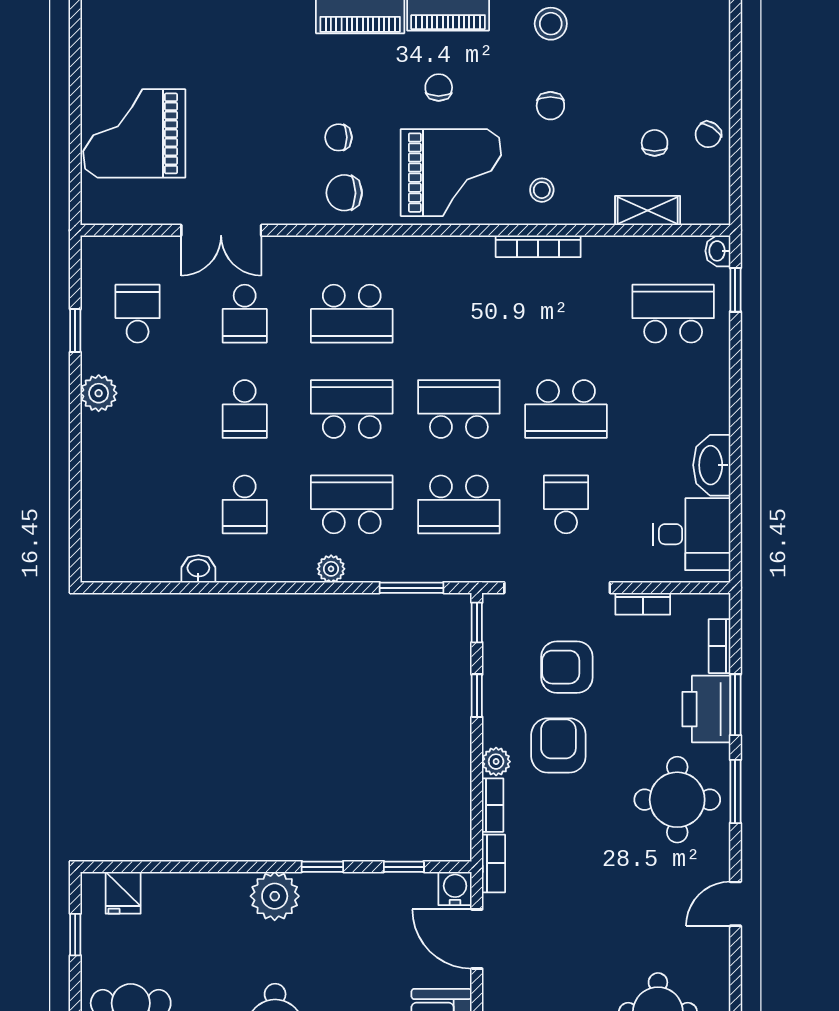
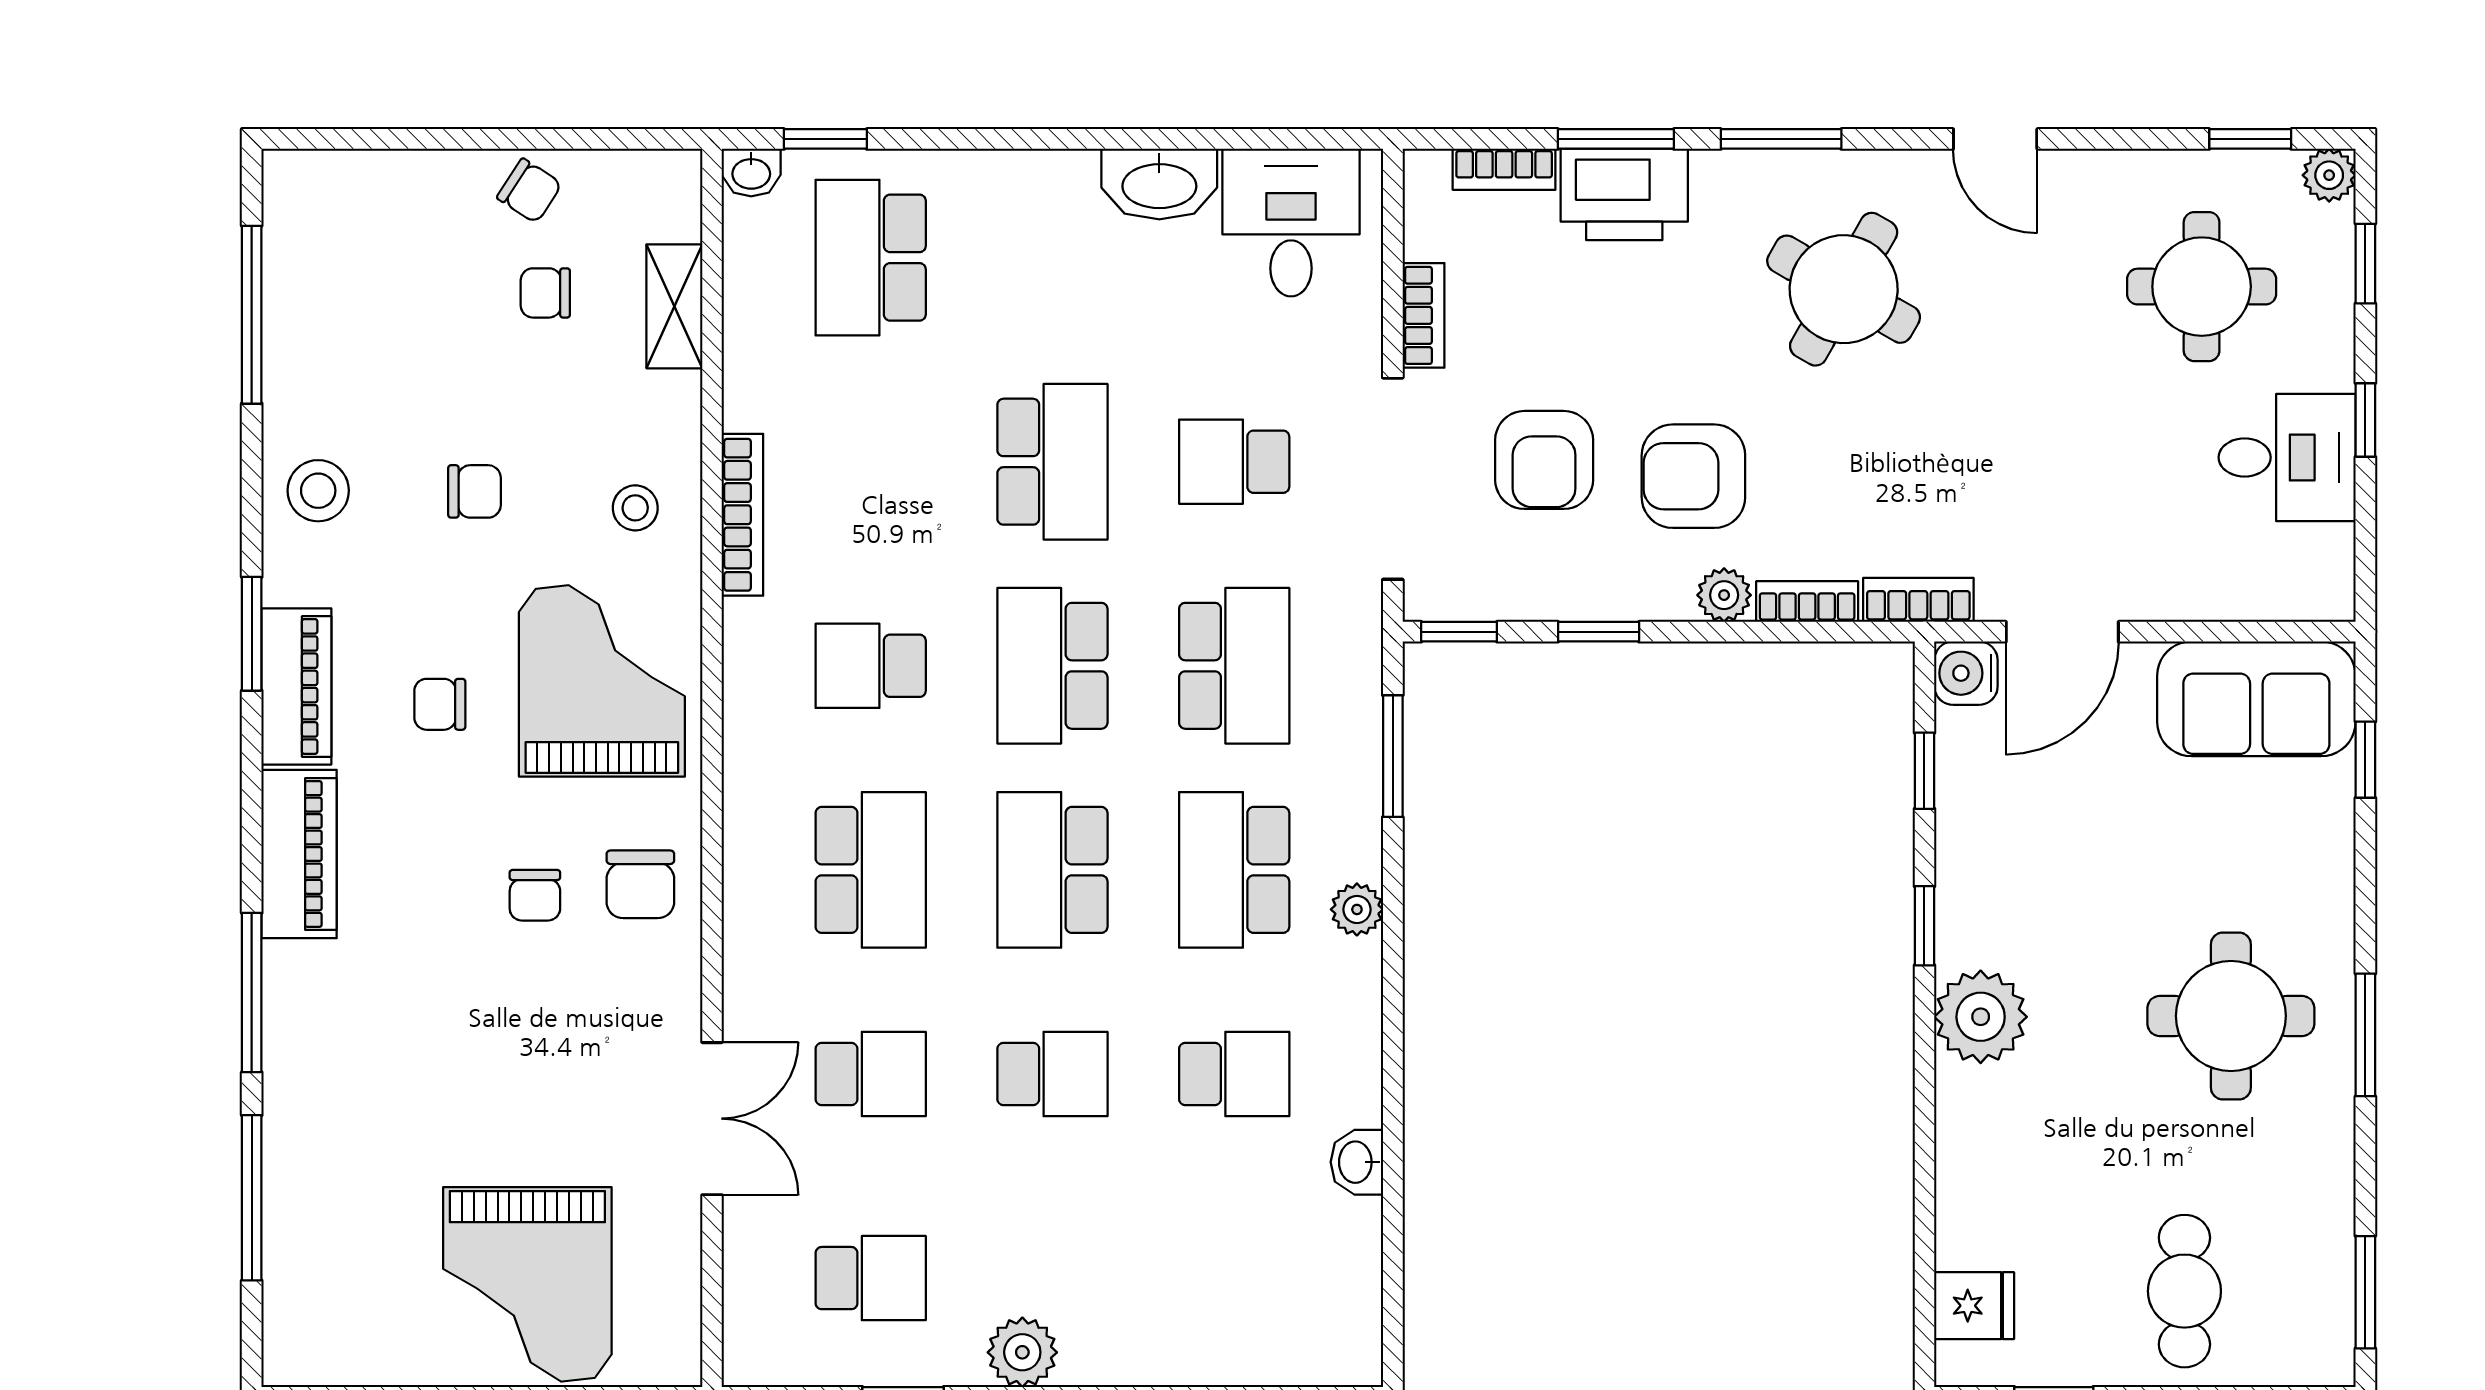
school desk: (138, 314) -> (871, 1278), turned 180
school desk: (459, 314) -> (871, 666), added
round table: (677, 800) -> (1844, 289), moved, turned 30

